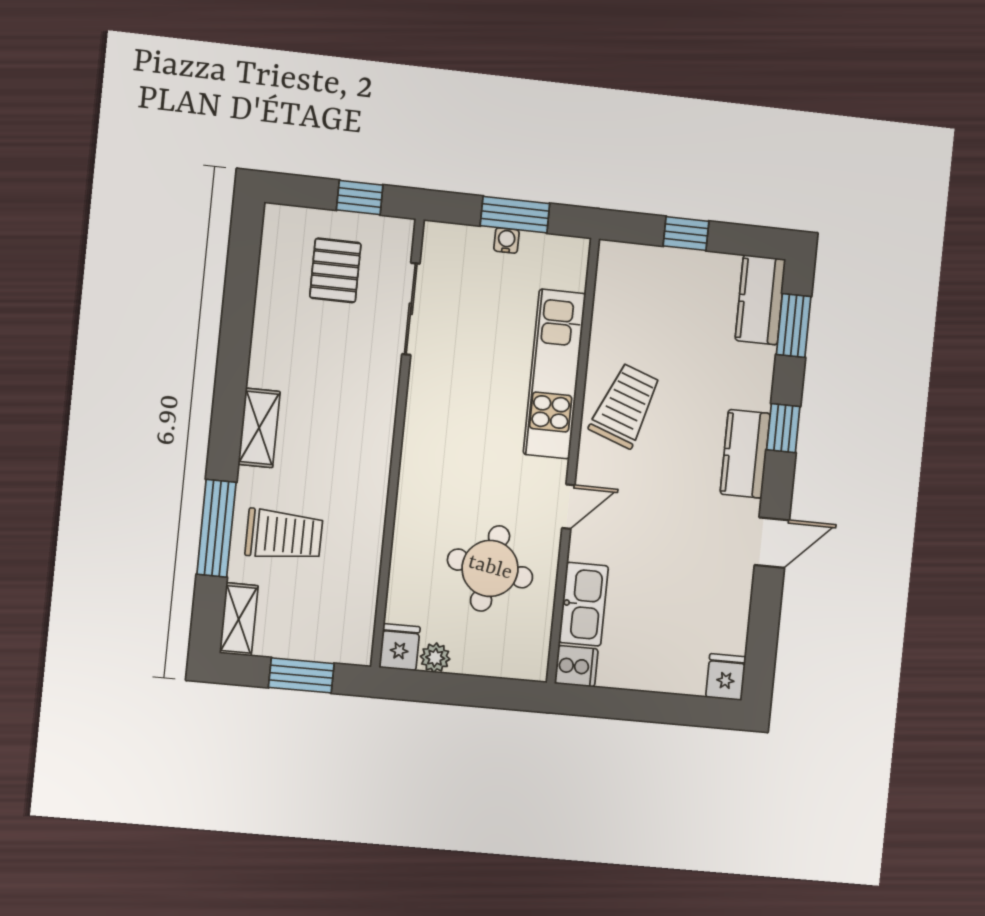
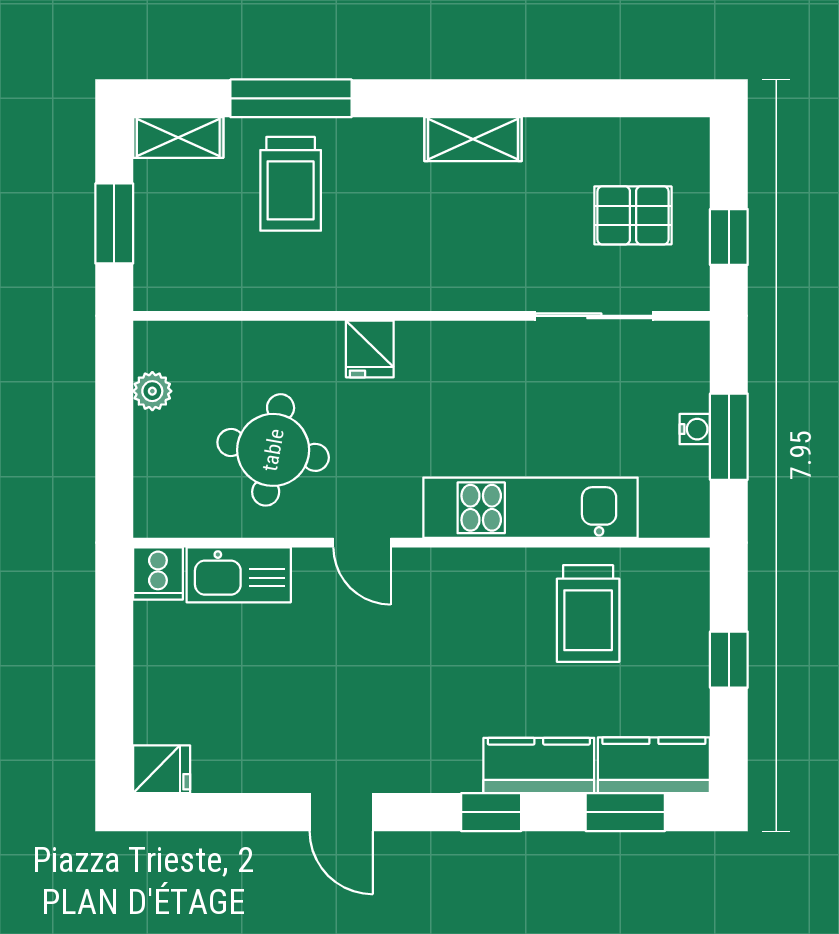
trolley: (625, 406) -> (588, 613), moved, turned 70
shelving: (259, 428) -> (473, 139), moved
kitchen counter: (745, 454) -> (539, 766), moved
fridge: (400, 647) -> (370, 349), moved, turned 90

